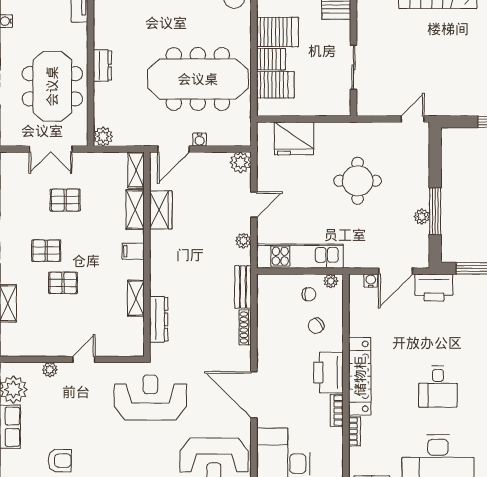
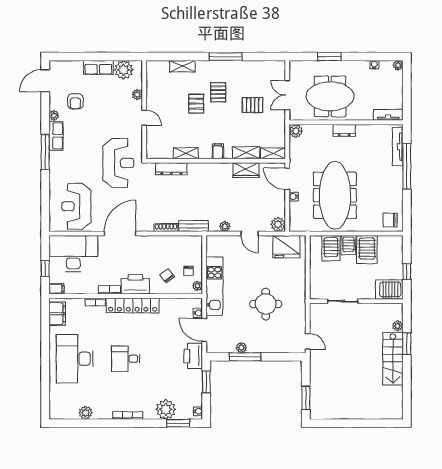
fridge: (294, 138) -> (286, 247), moved, turned -90
pallet: (65, 200) -> (253, 105), turned 90
kitchen unit: (300, 256) -> (214, 286), moved

